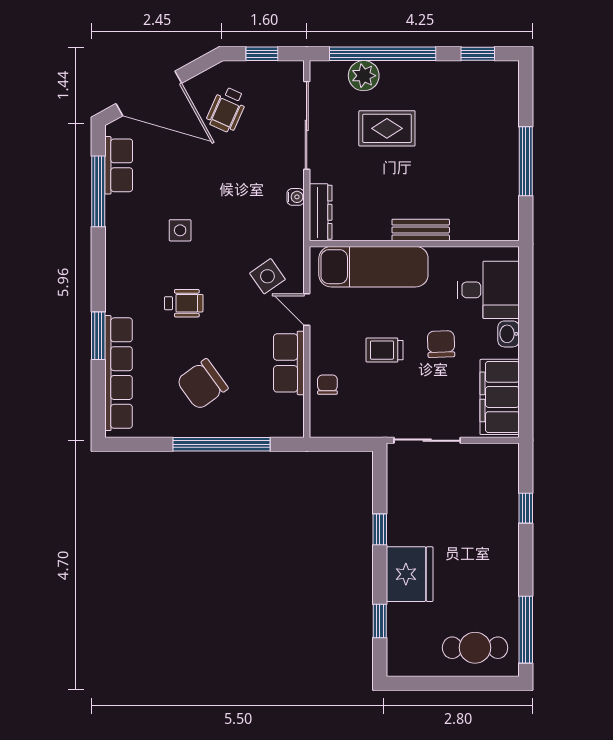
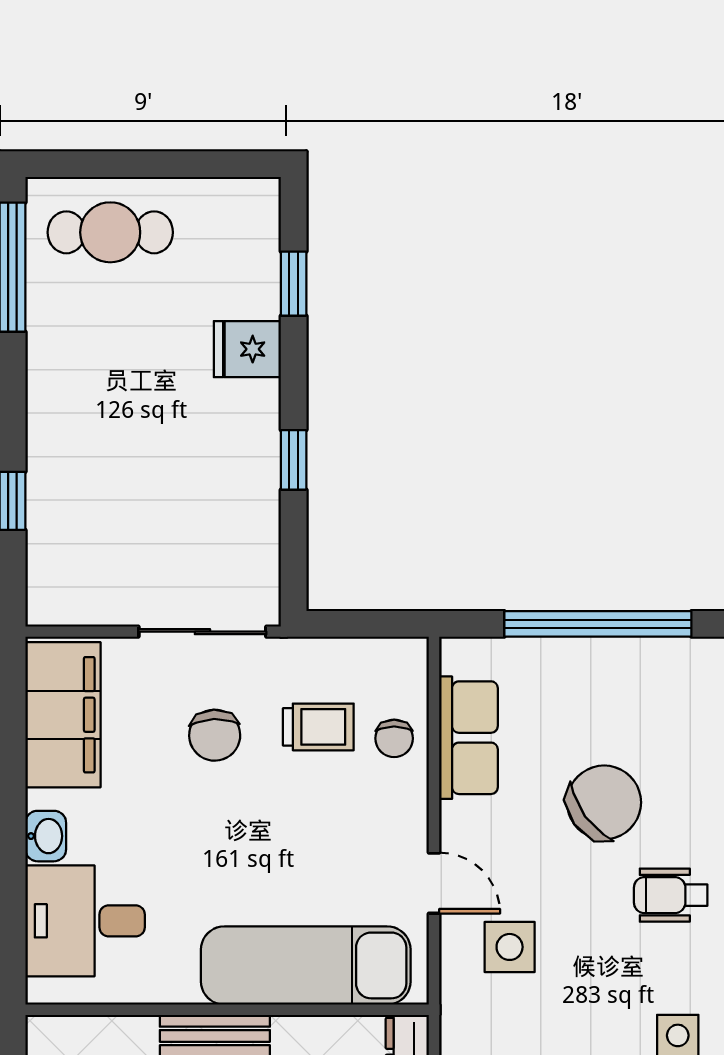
side table: (267, 276) -> (510, 947), turned 35
chair: (441, 344) -> (215, 735), moved
trolley: (385, 350) -> (318, 727), moved
row of seats: (289, 363) -> (468, 738), moved
chair: (202, 384) -> (604, 802), moved
fridge: (410, 574) -> (247, 349), width x0.53, depth x0.75

